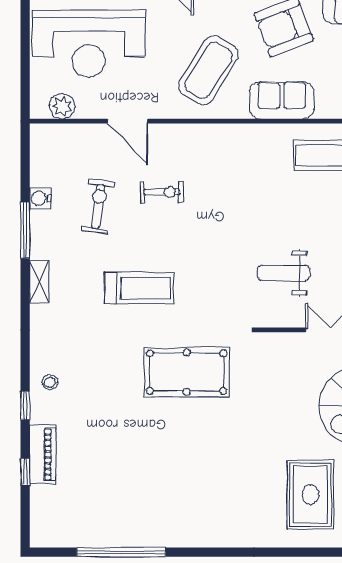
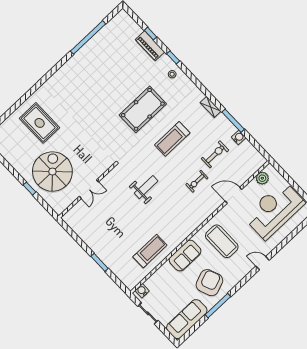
coffee table: (208, 70) -> (222, 241), turned -32
exercise bike: (98, 206) -> (215, 154), turned -98
weight bench: (284, 273) -> (146, 187), moved
pool table: (187, 372) -> (143, 109), moved

